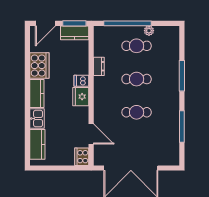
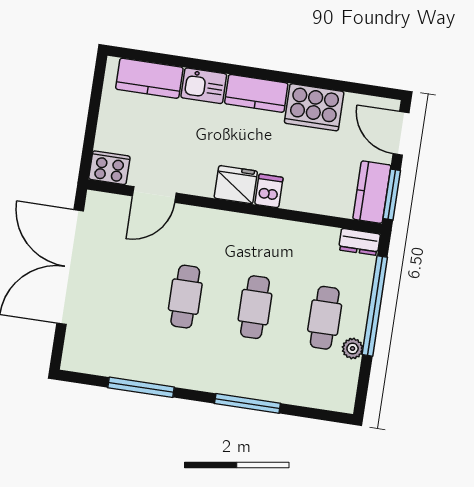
dresser: (99, 66) -> (359, 242), moved

